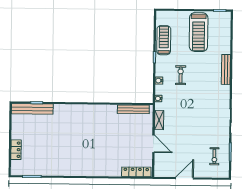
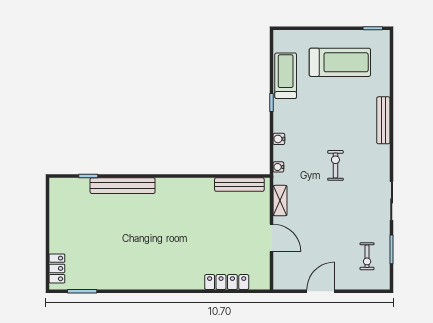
treadmill: (199, 32) -> (340, 62), turned -90
exercise bike: (181, 75) -> (335, 165), moved
bench: (32, 109) -> (123, 186), moved
locker: (16, 150) -> (57, 268), moved
locker: (136, 172) -> (227, 282), moved

